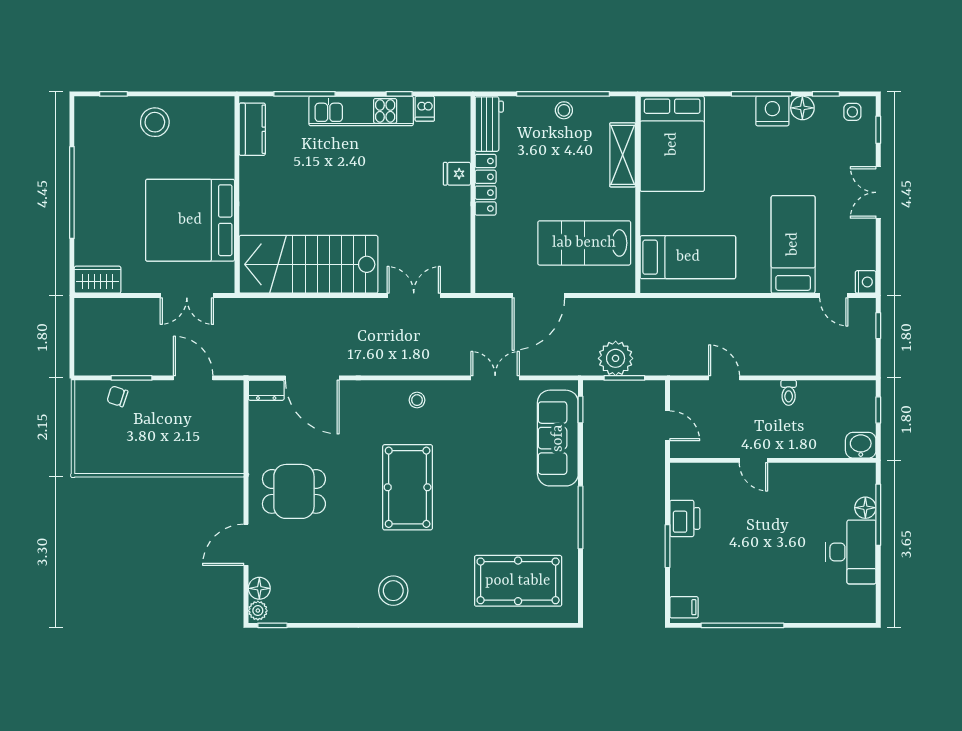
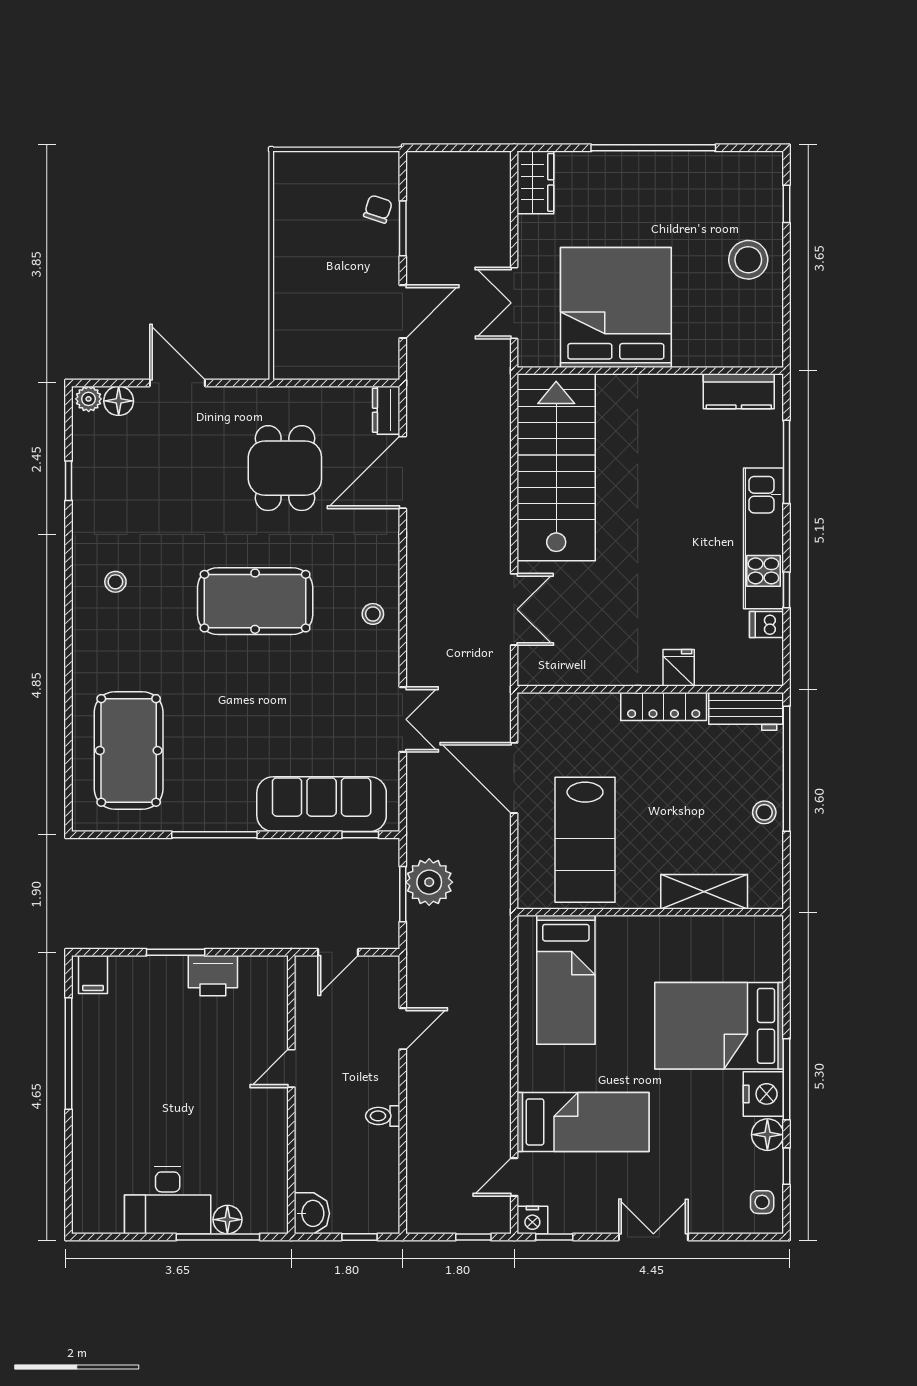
window: (563, 94) -> (786, 769), moved
window: (878, 130) -> (554, 1237), moved
bed: (672, 144) -> (719, 1026), moved
lab bench: (584, 243) -> (585, 840), turned 180
dining table: (294, 491) -> (285, 468), moved
stool: (393, 591) -> (115, 582), width x0.53, depth x0.53
window: (272, 625) -> (69, 481), moved

